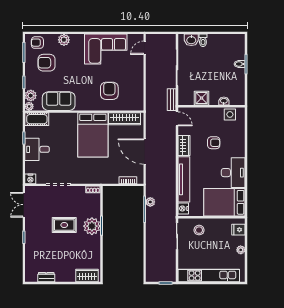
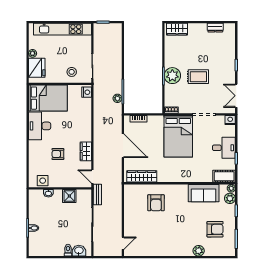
armchair: (37, 43) -> (224, 248), removed
corner sofa: (106, 49) -> (159, 242), removed
bed: (93, 135) -> (178, 136), moved, turned 180
tv unit: (184, 179) -> (86, 120), removed
double door: (24, 205) -> (236, 96), swing flipped
fridge: (238, 230) -> (37, 68), width x1.88, depth x1.34

